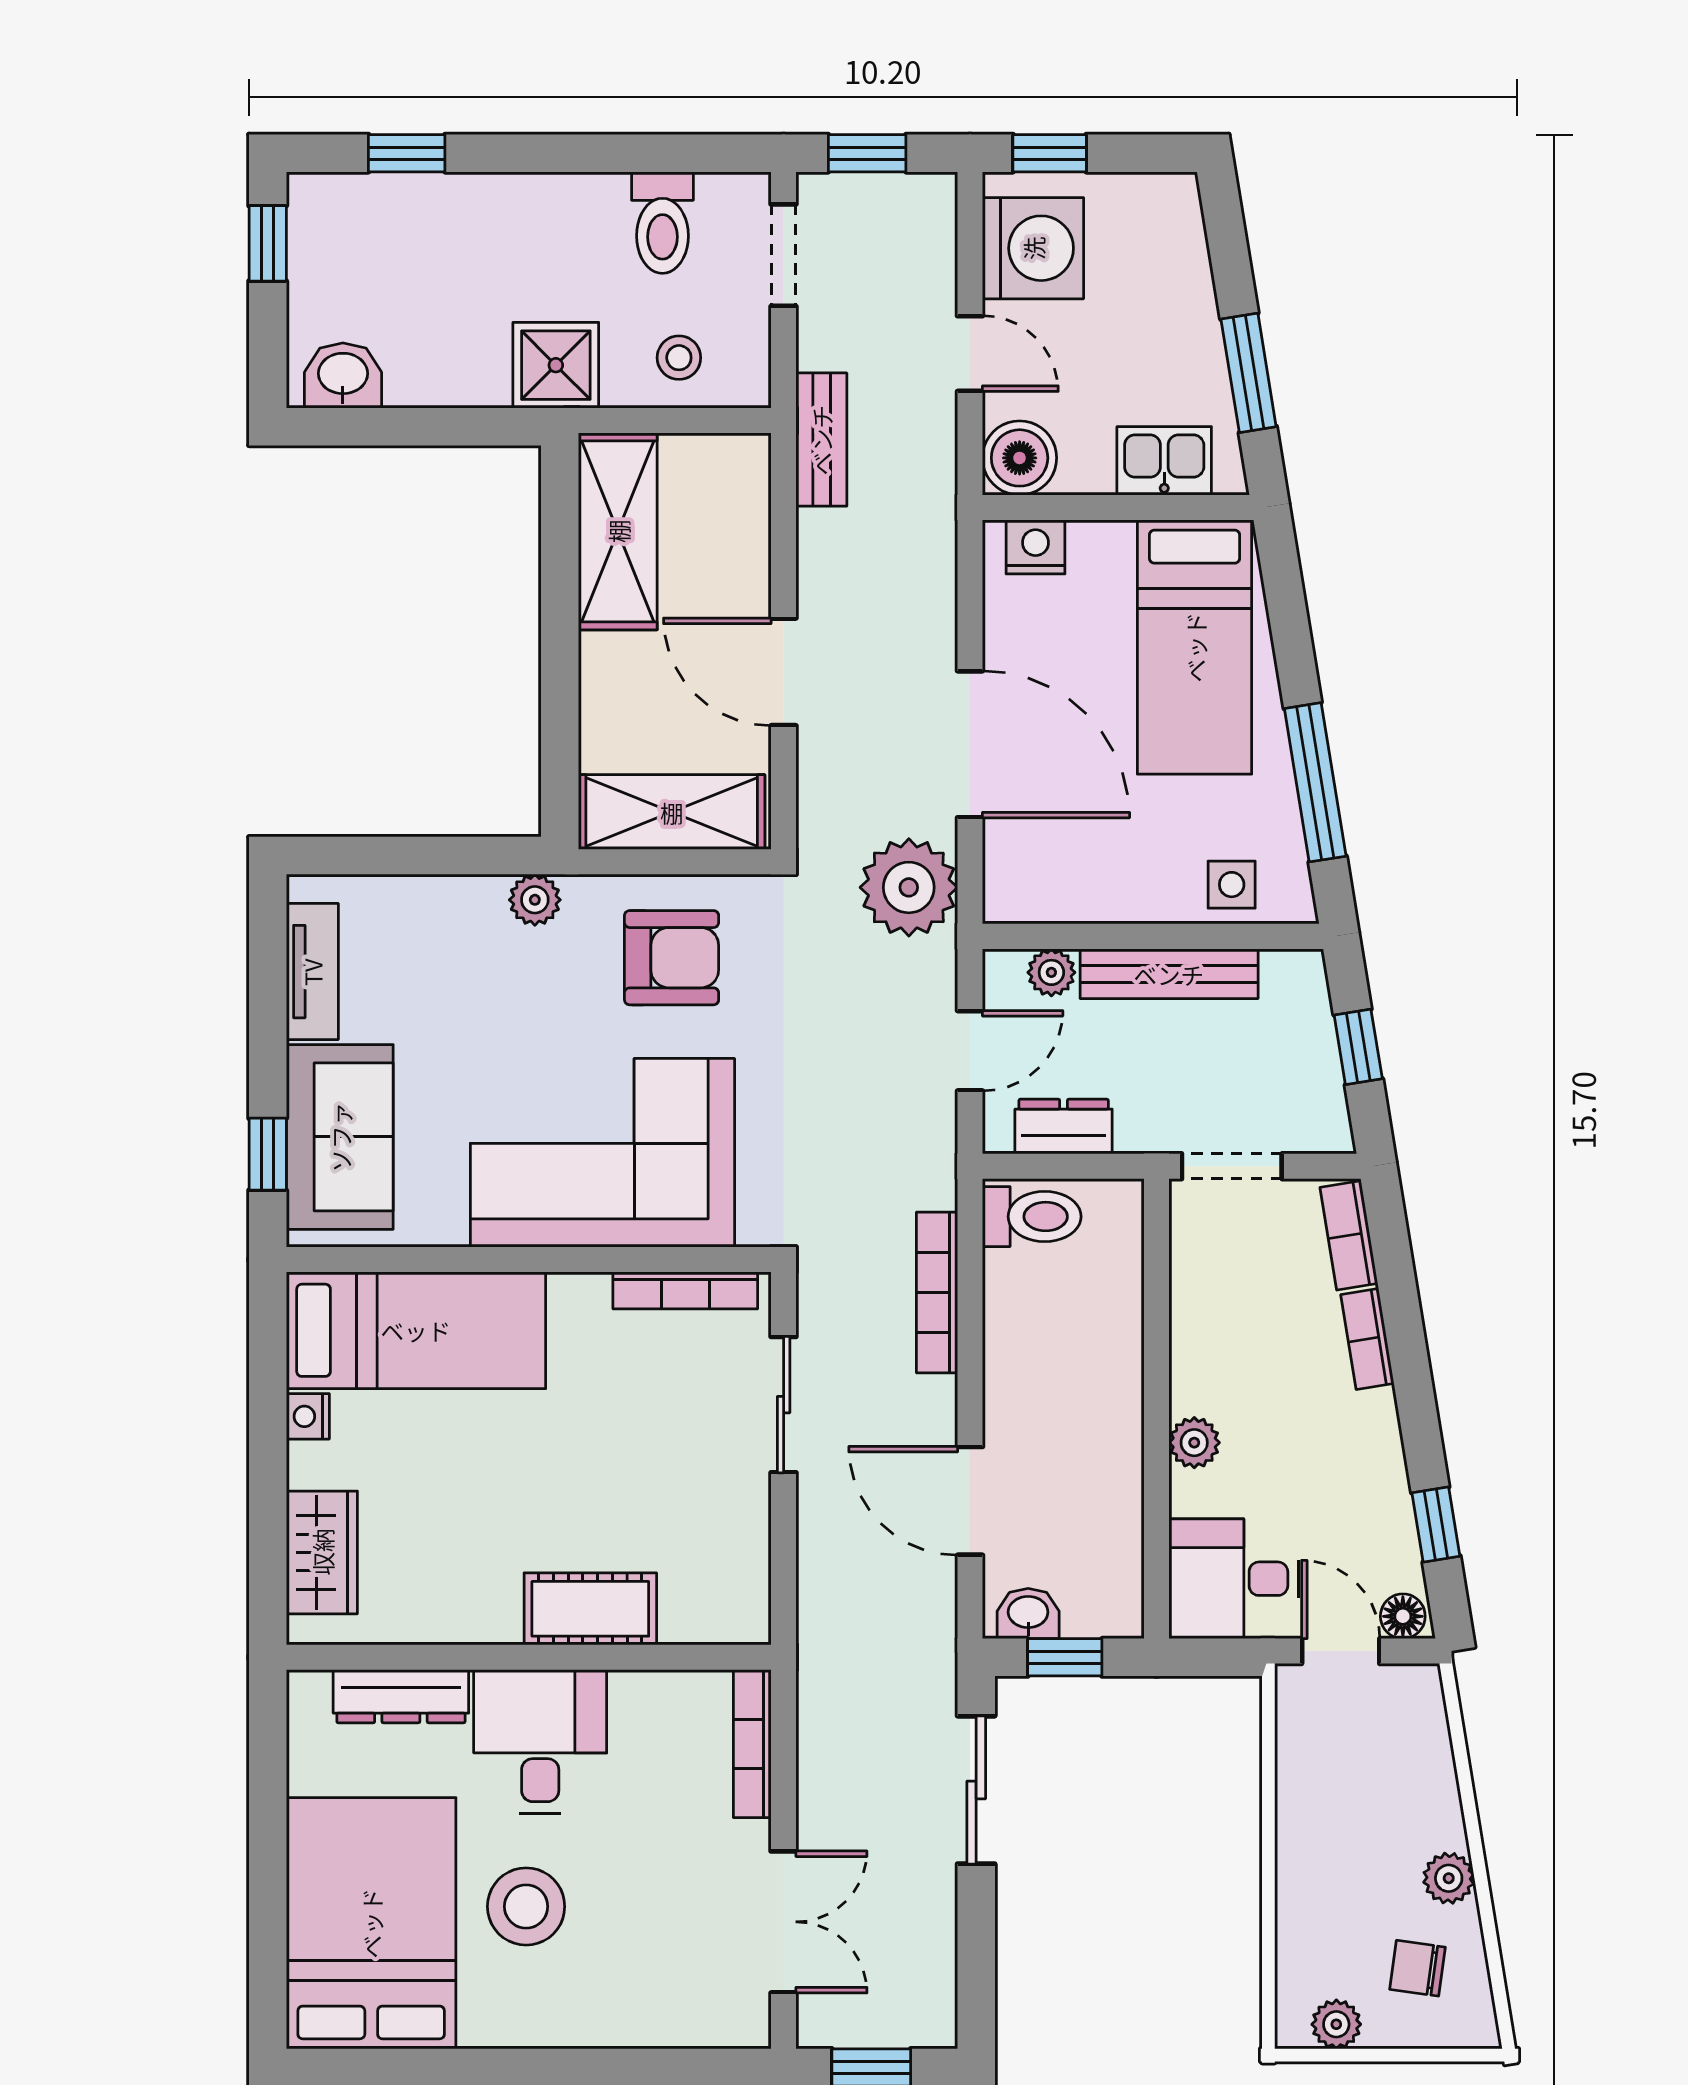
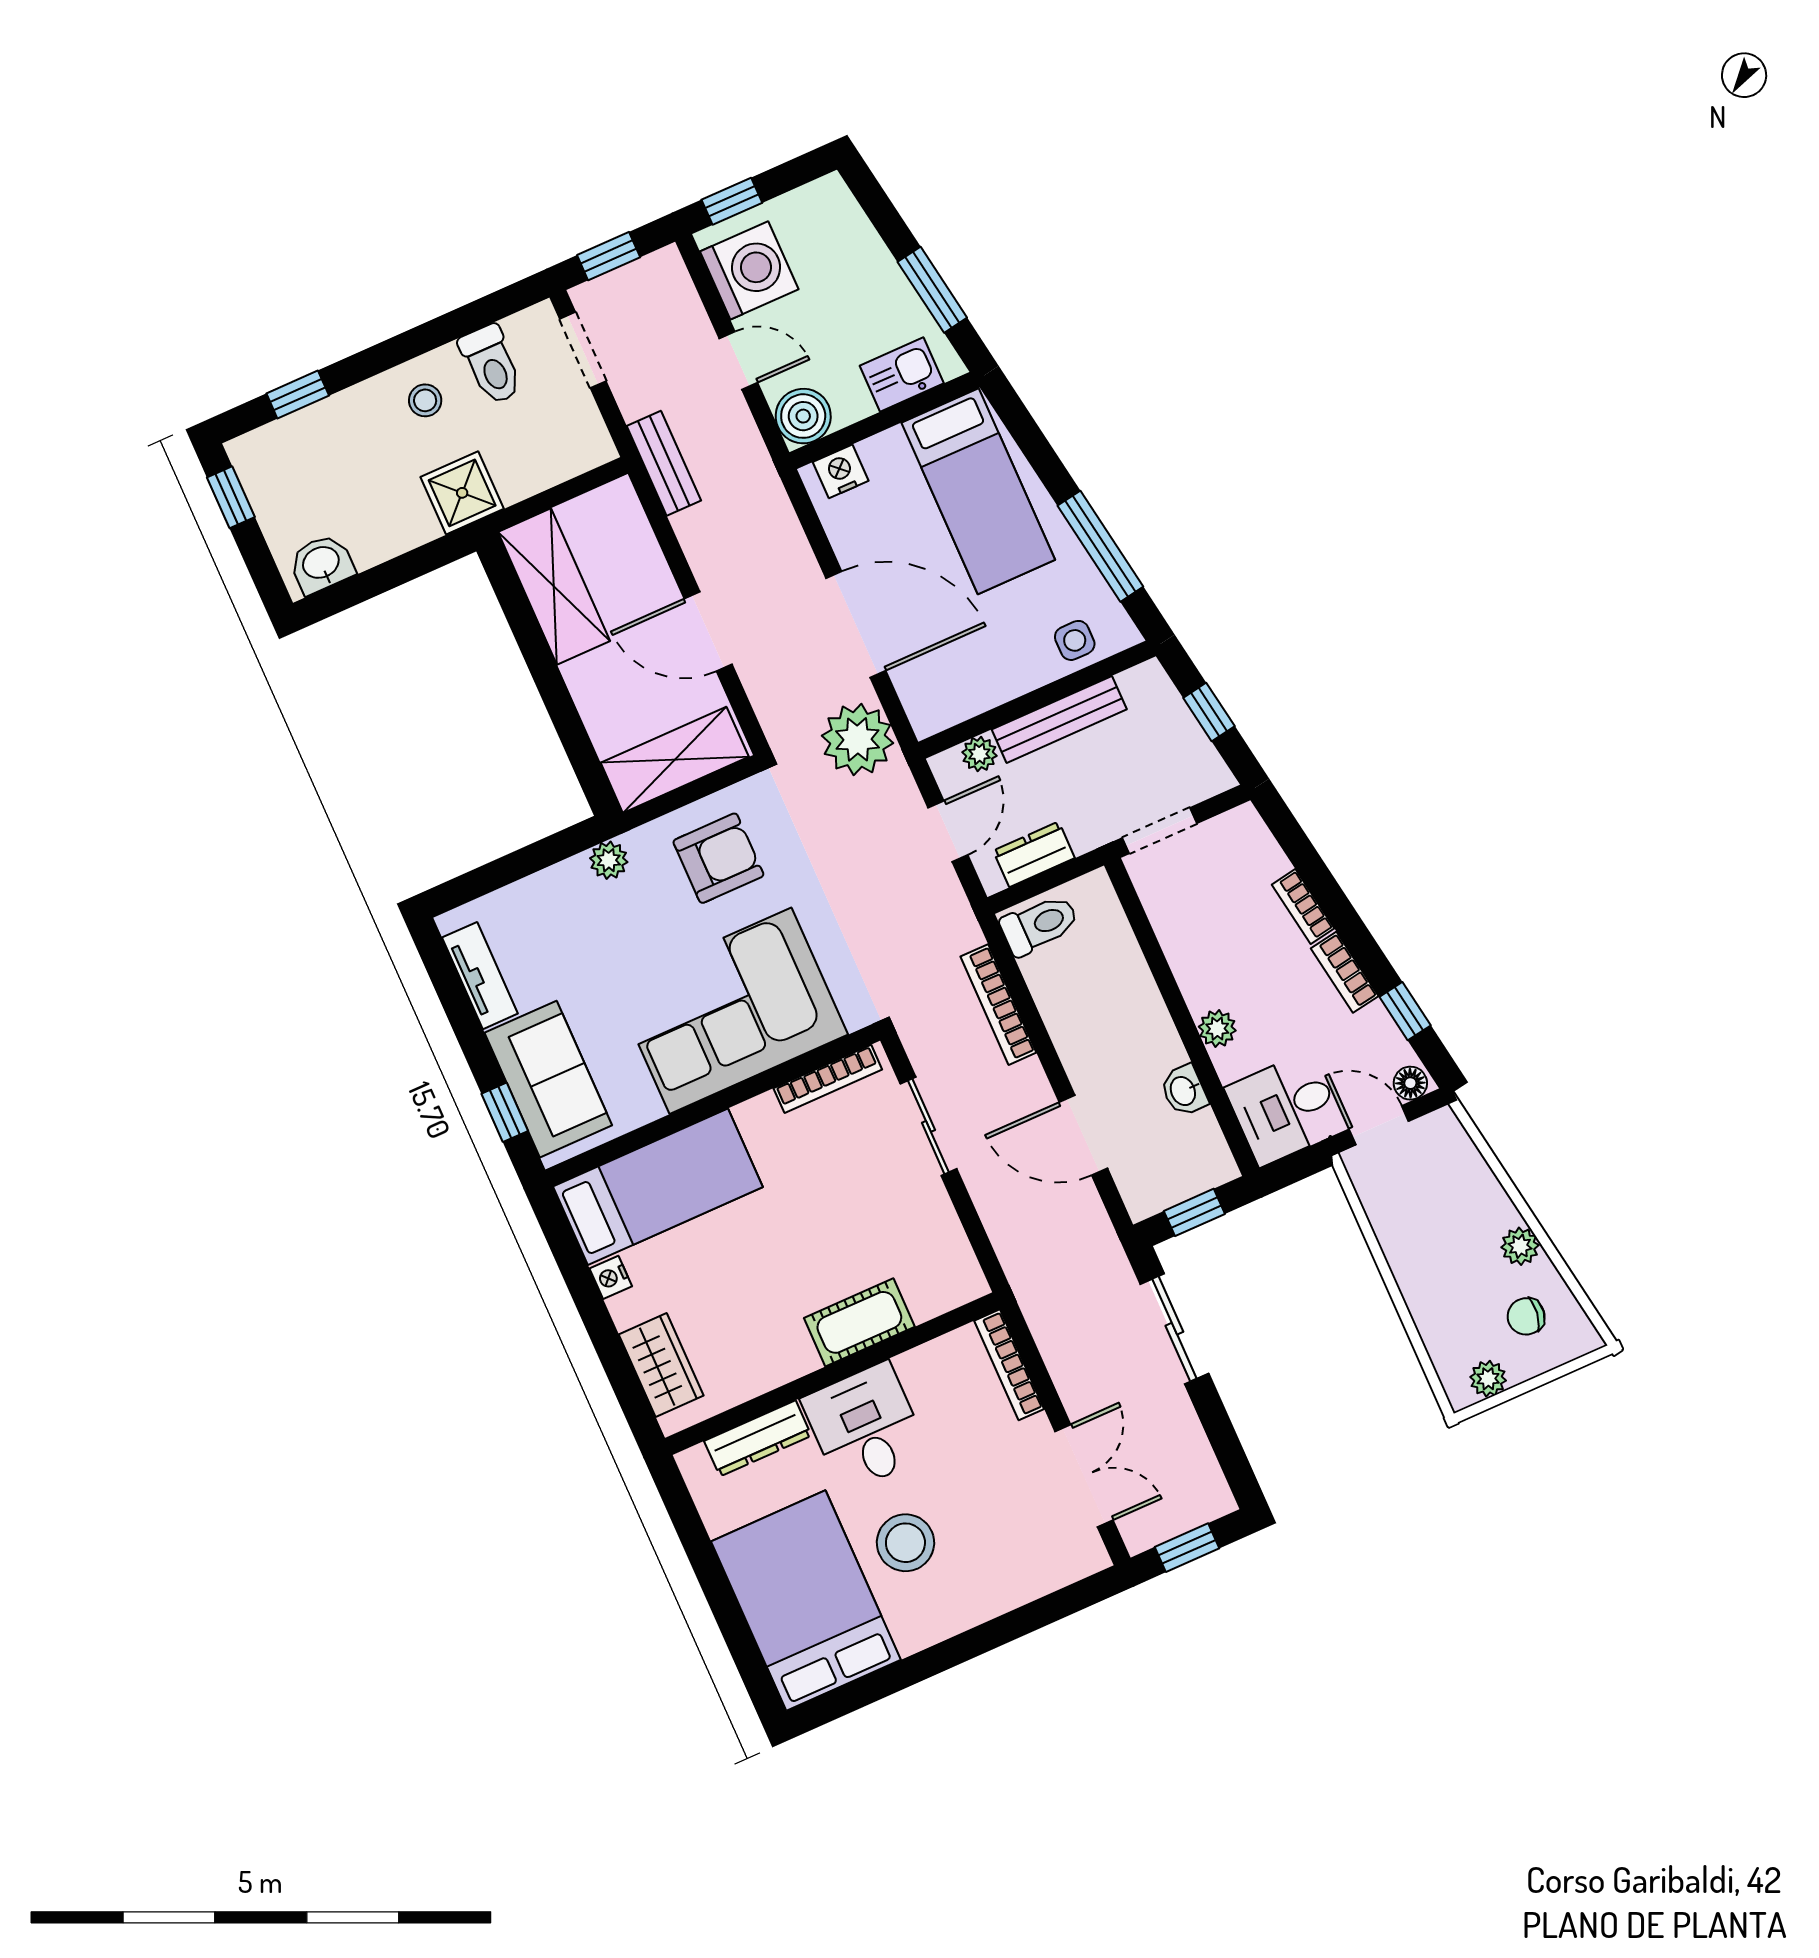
stool: (679, 358) -> (425, 400), moved
bookcase: (1349, 1235) -> (1345, 972), moved
washbasin: (1028, 1614) -> (1184, 1091), moved, turned -90

